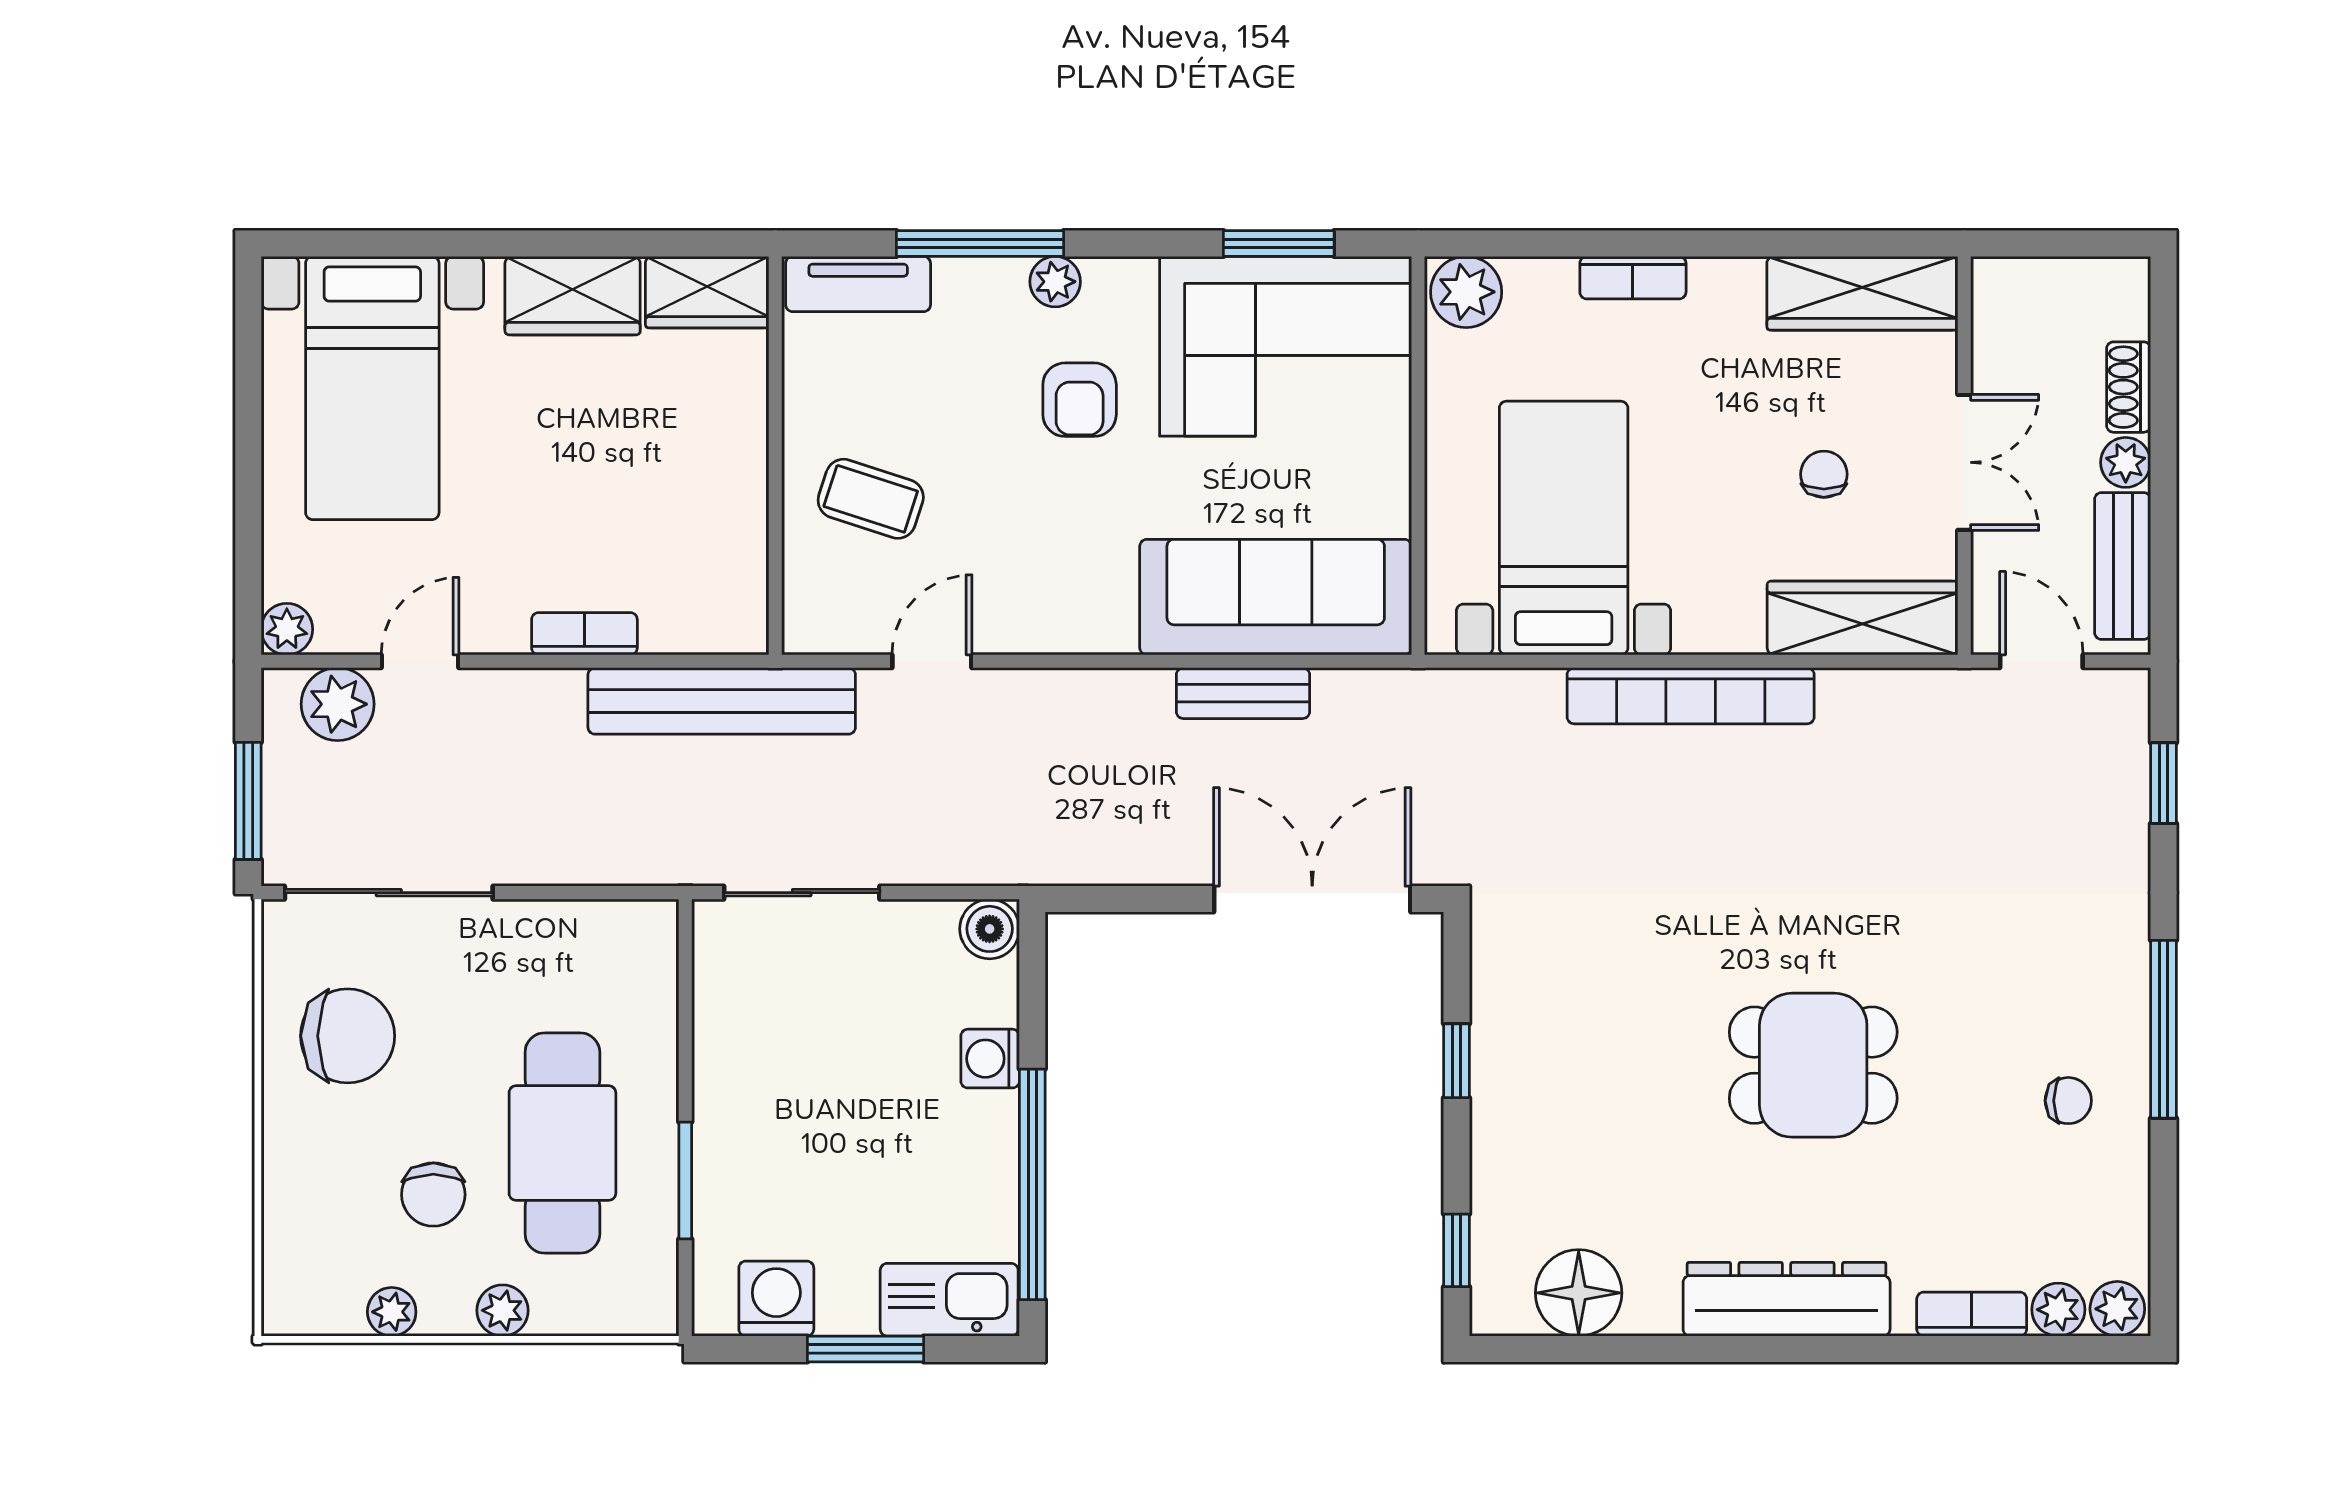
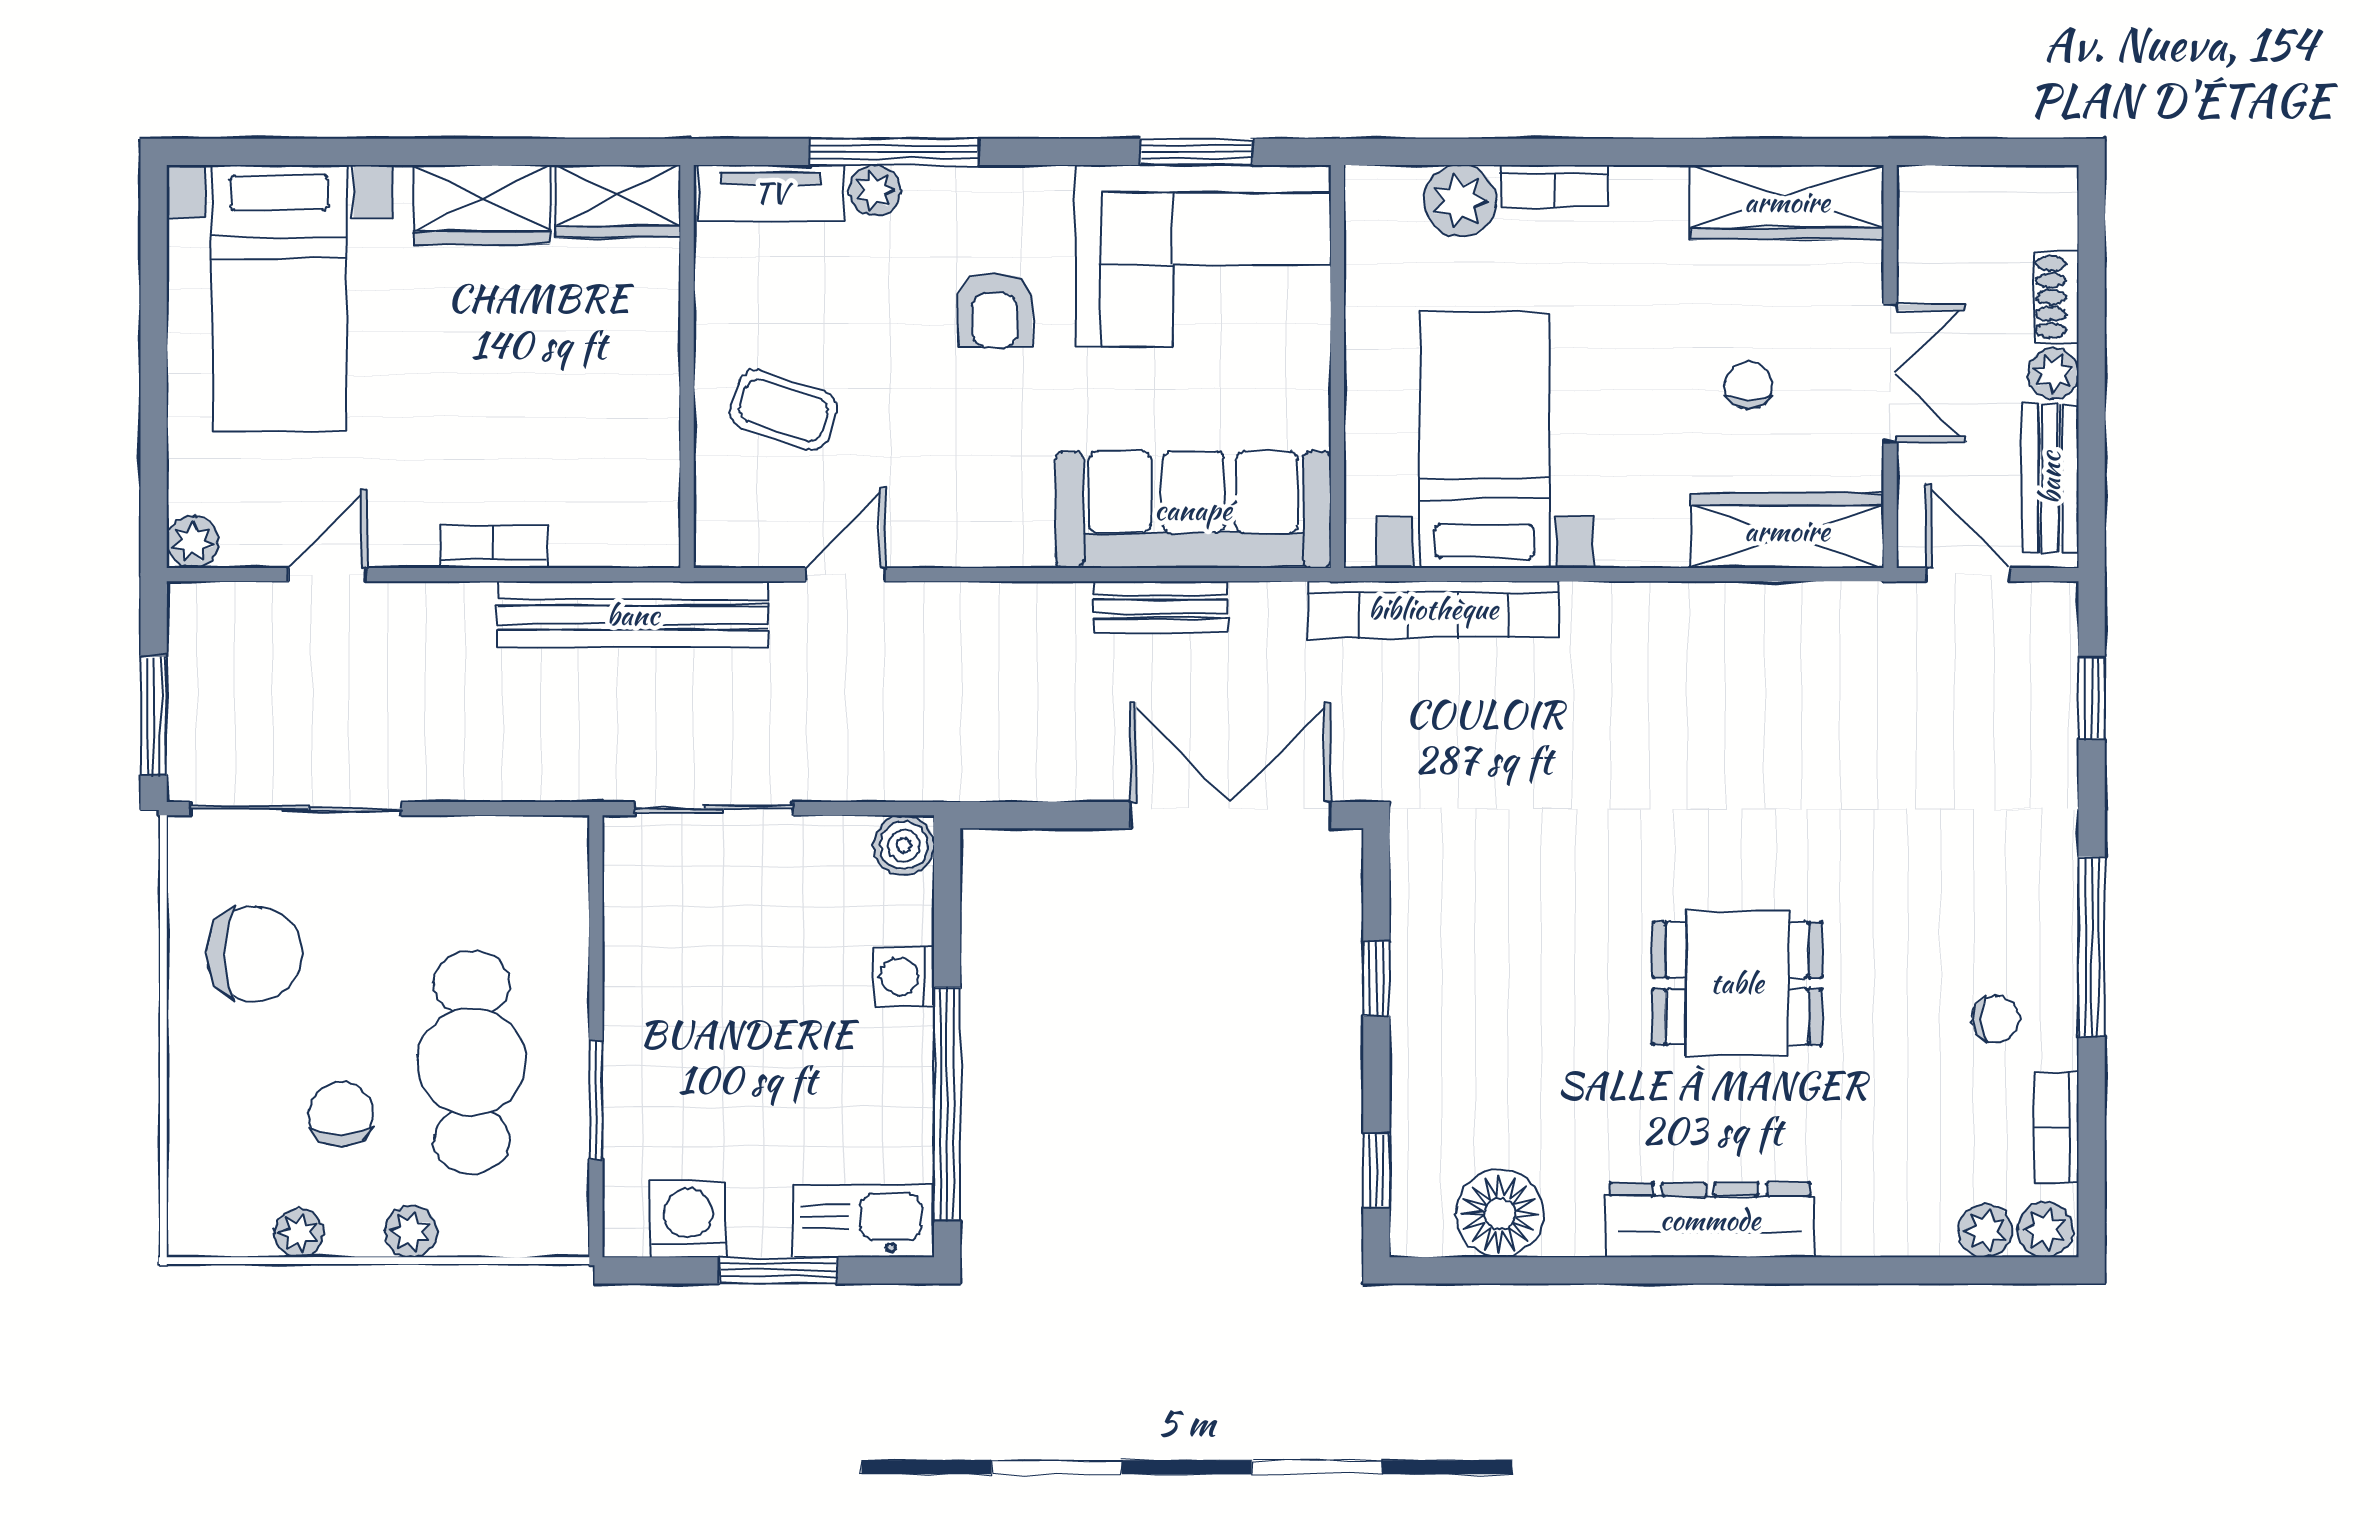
plant: (1055, 282) -> (875, 190), moved
plant: (1466, 292) -> (1460, 201), moved
bookcase: (1691, 696) -> (1433, 609), moved
plant: (338, 704) -> (244, 618), removed
chair: (433, 1195) -> (341, 1114), turned 180
bookcase: (1972, 1314) -> (2056, 1127), moved, turned -90

